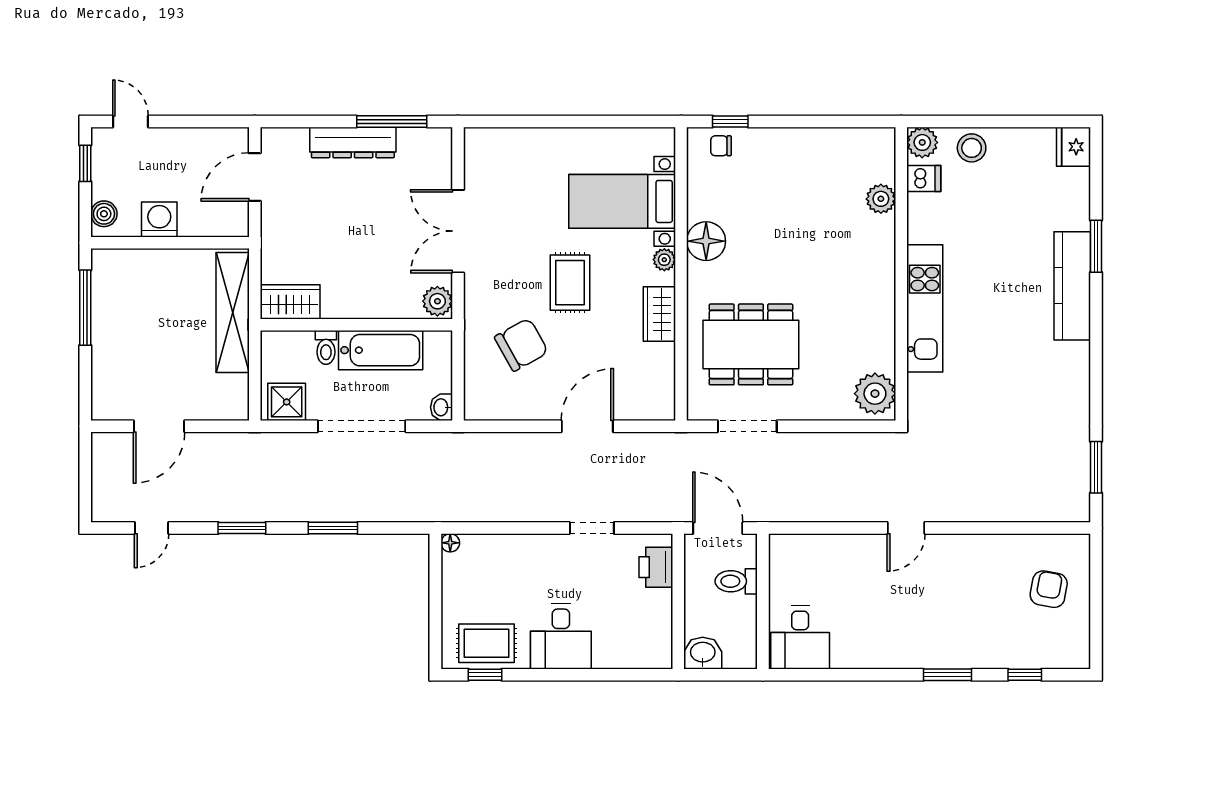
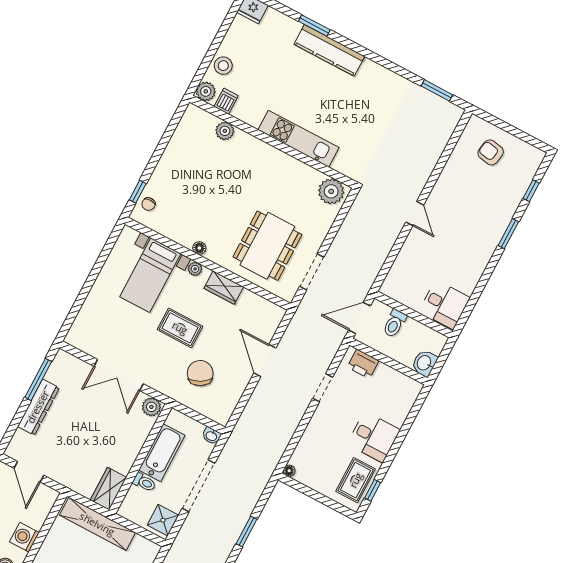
floor lamp: (706, 241) -> (199, 248), width x0.53, depth x0.53

